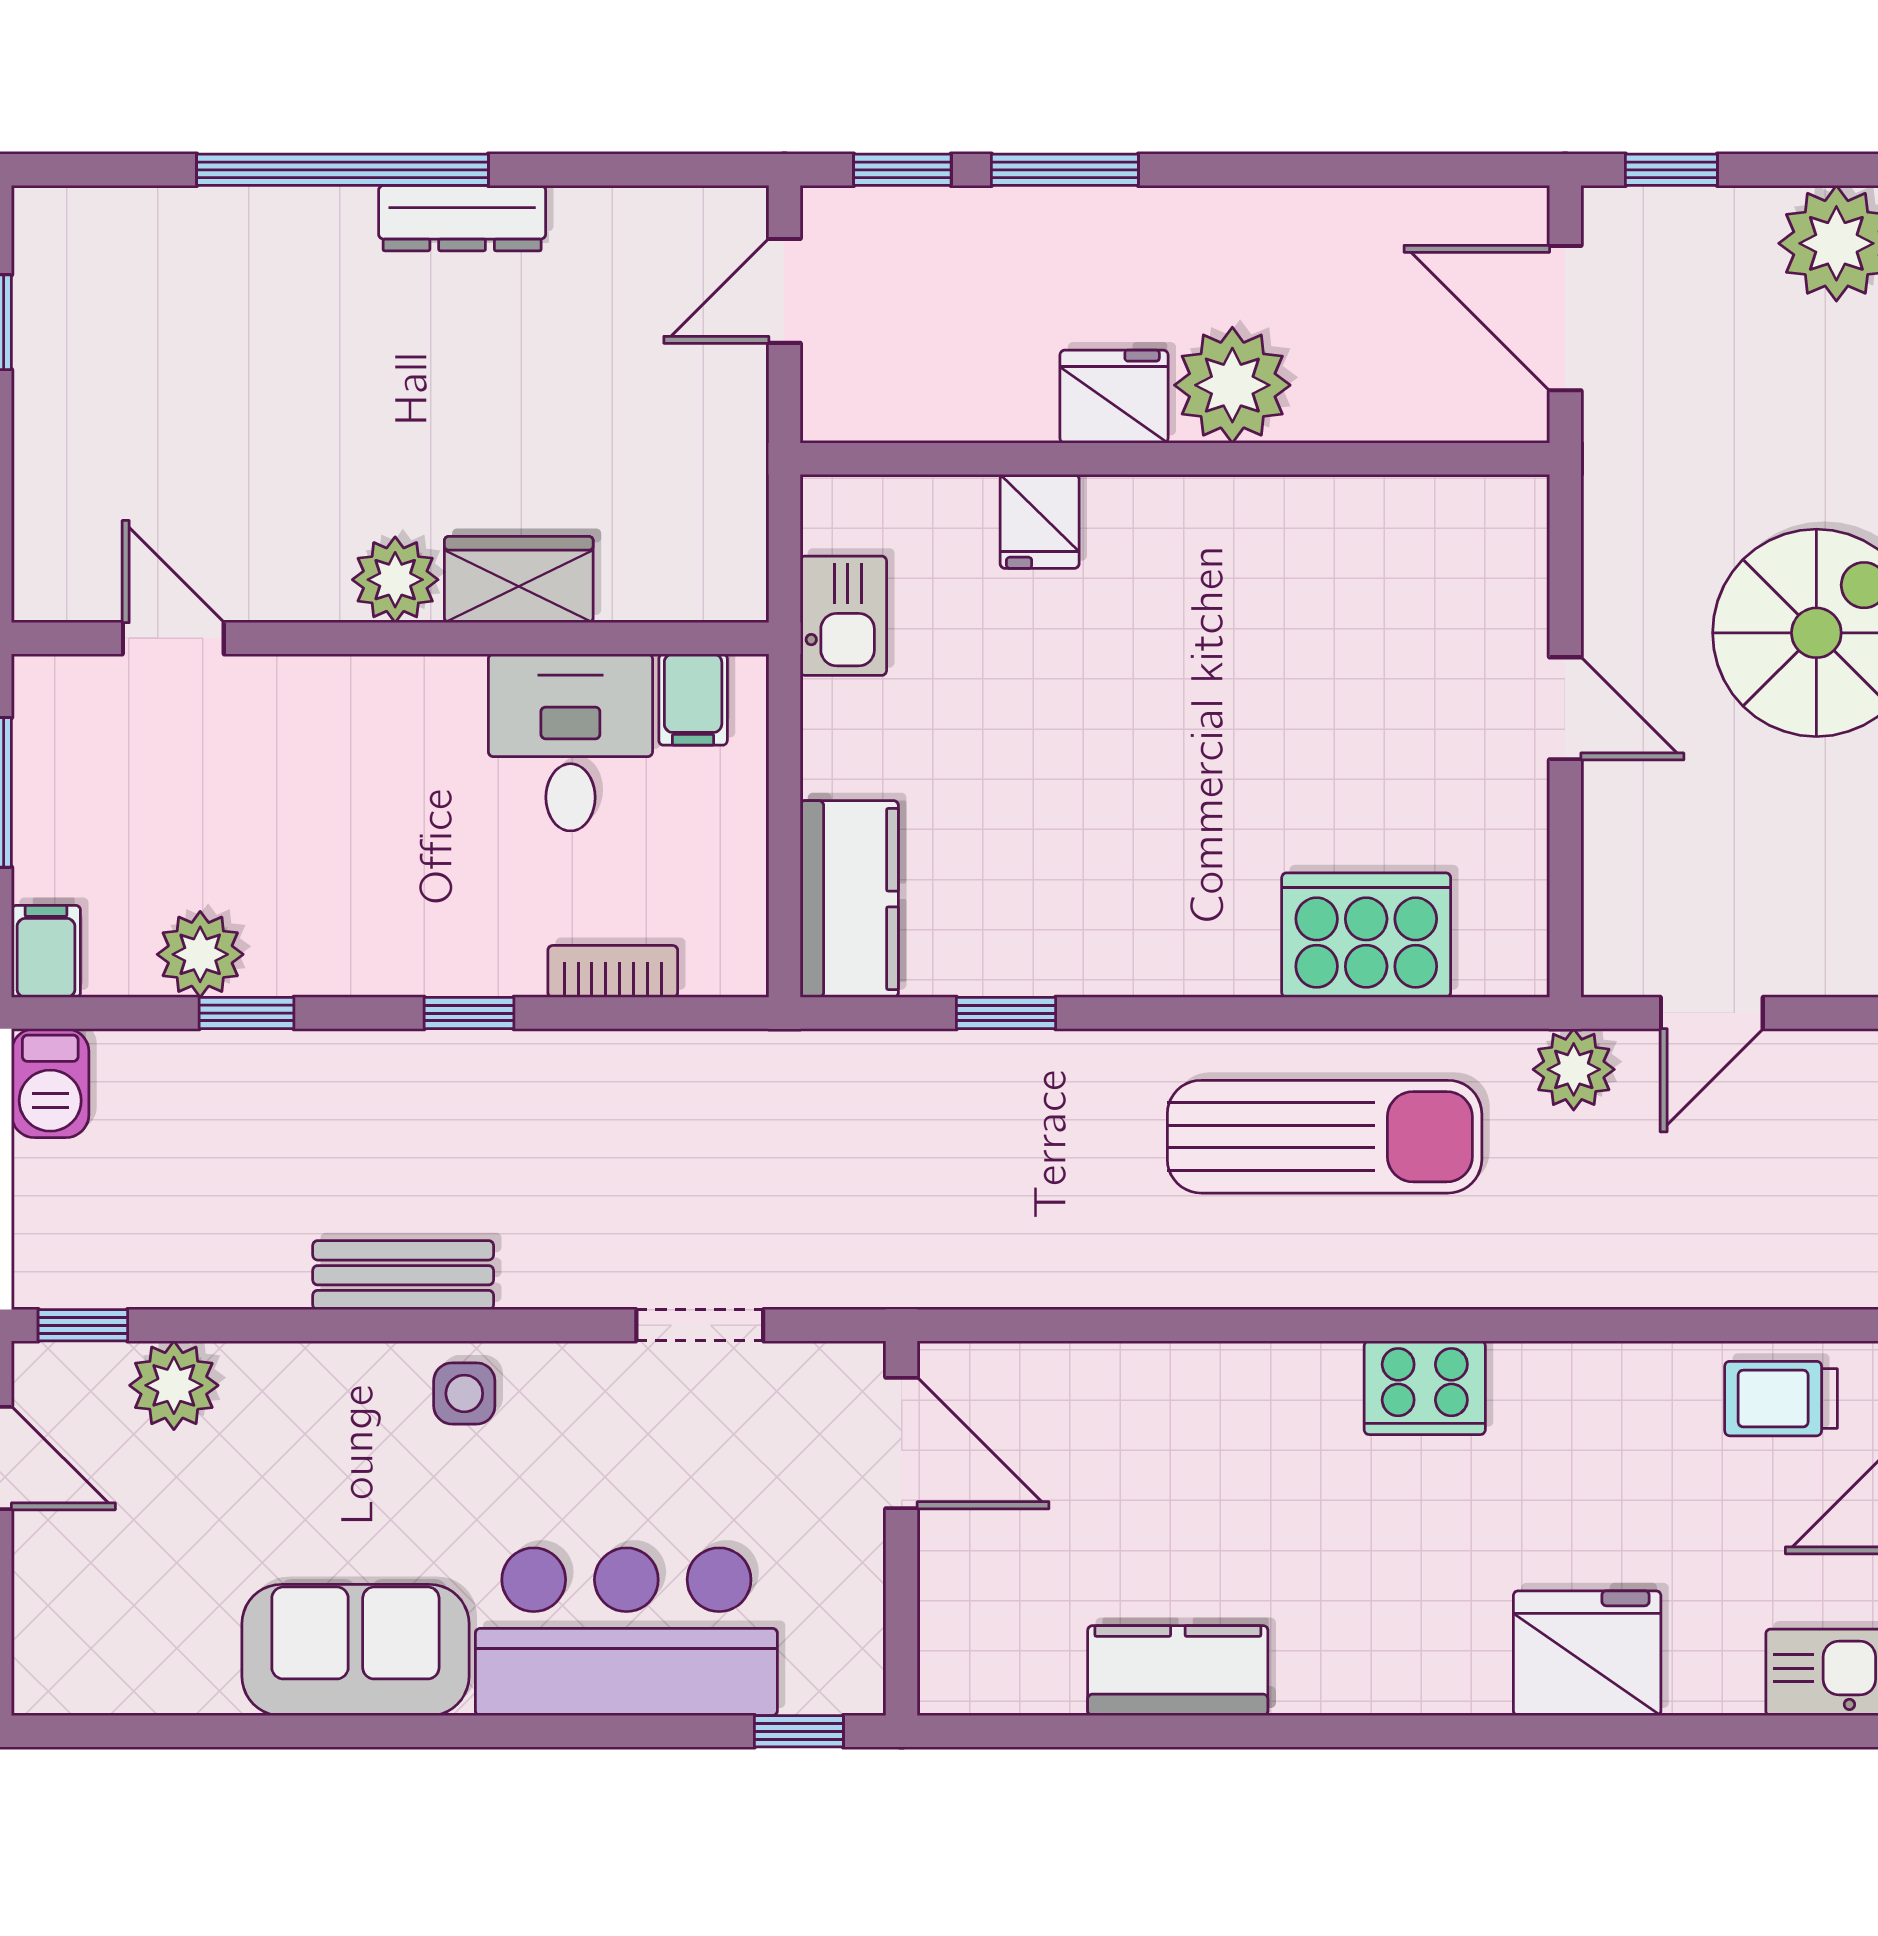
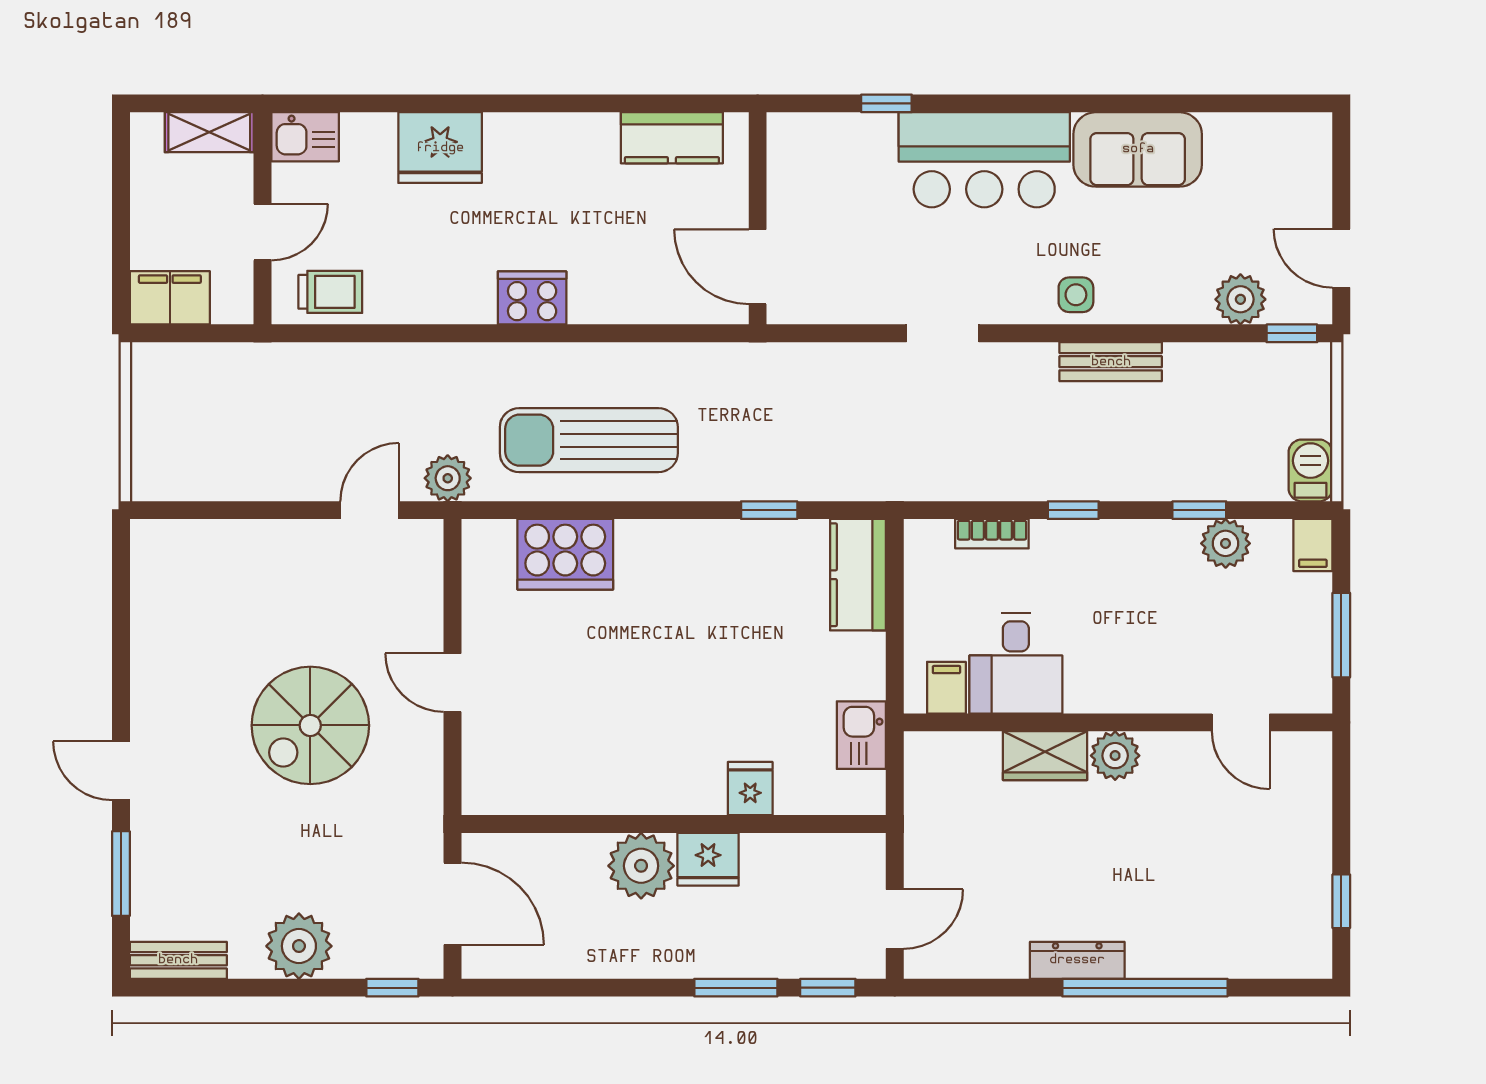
door: (902, 1443) -> (758, 267), moved
wall: (902, 1528) -> (758, 218), moved

